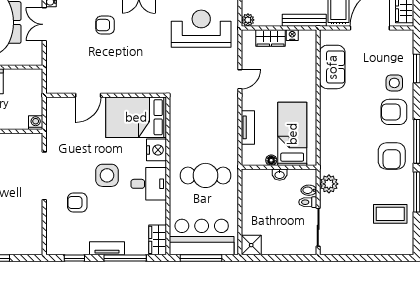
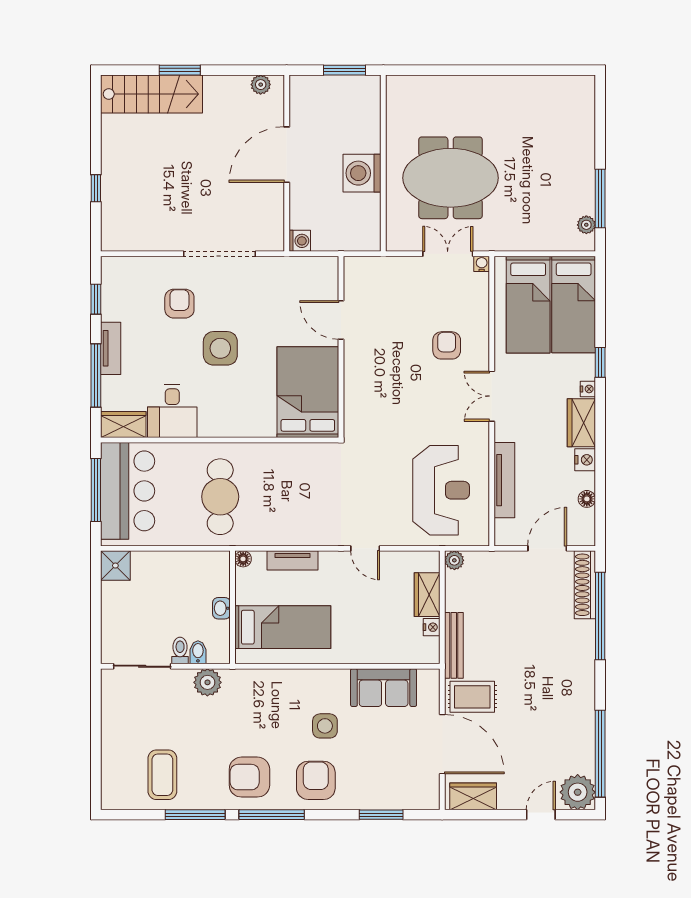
side table: (394, 83) -> (325, 726), moved
nightstand: (156, 150) -> (259, 423), removed
floor lamp: (271, 160) -> (243, 559), moved
desk: (149, 184) -> (172, 411), moved

